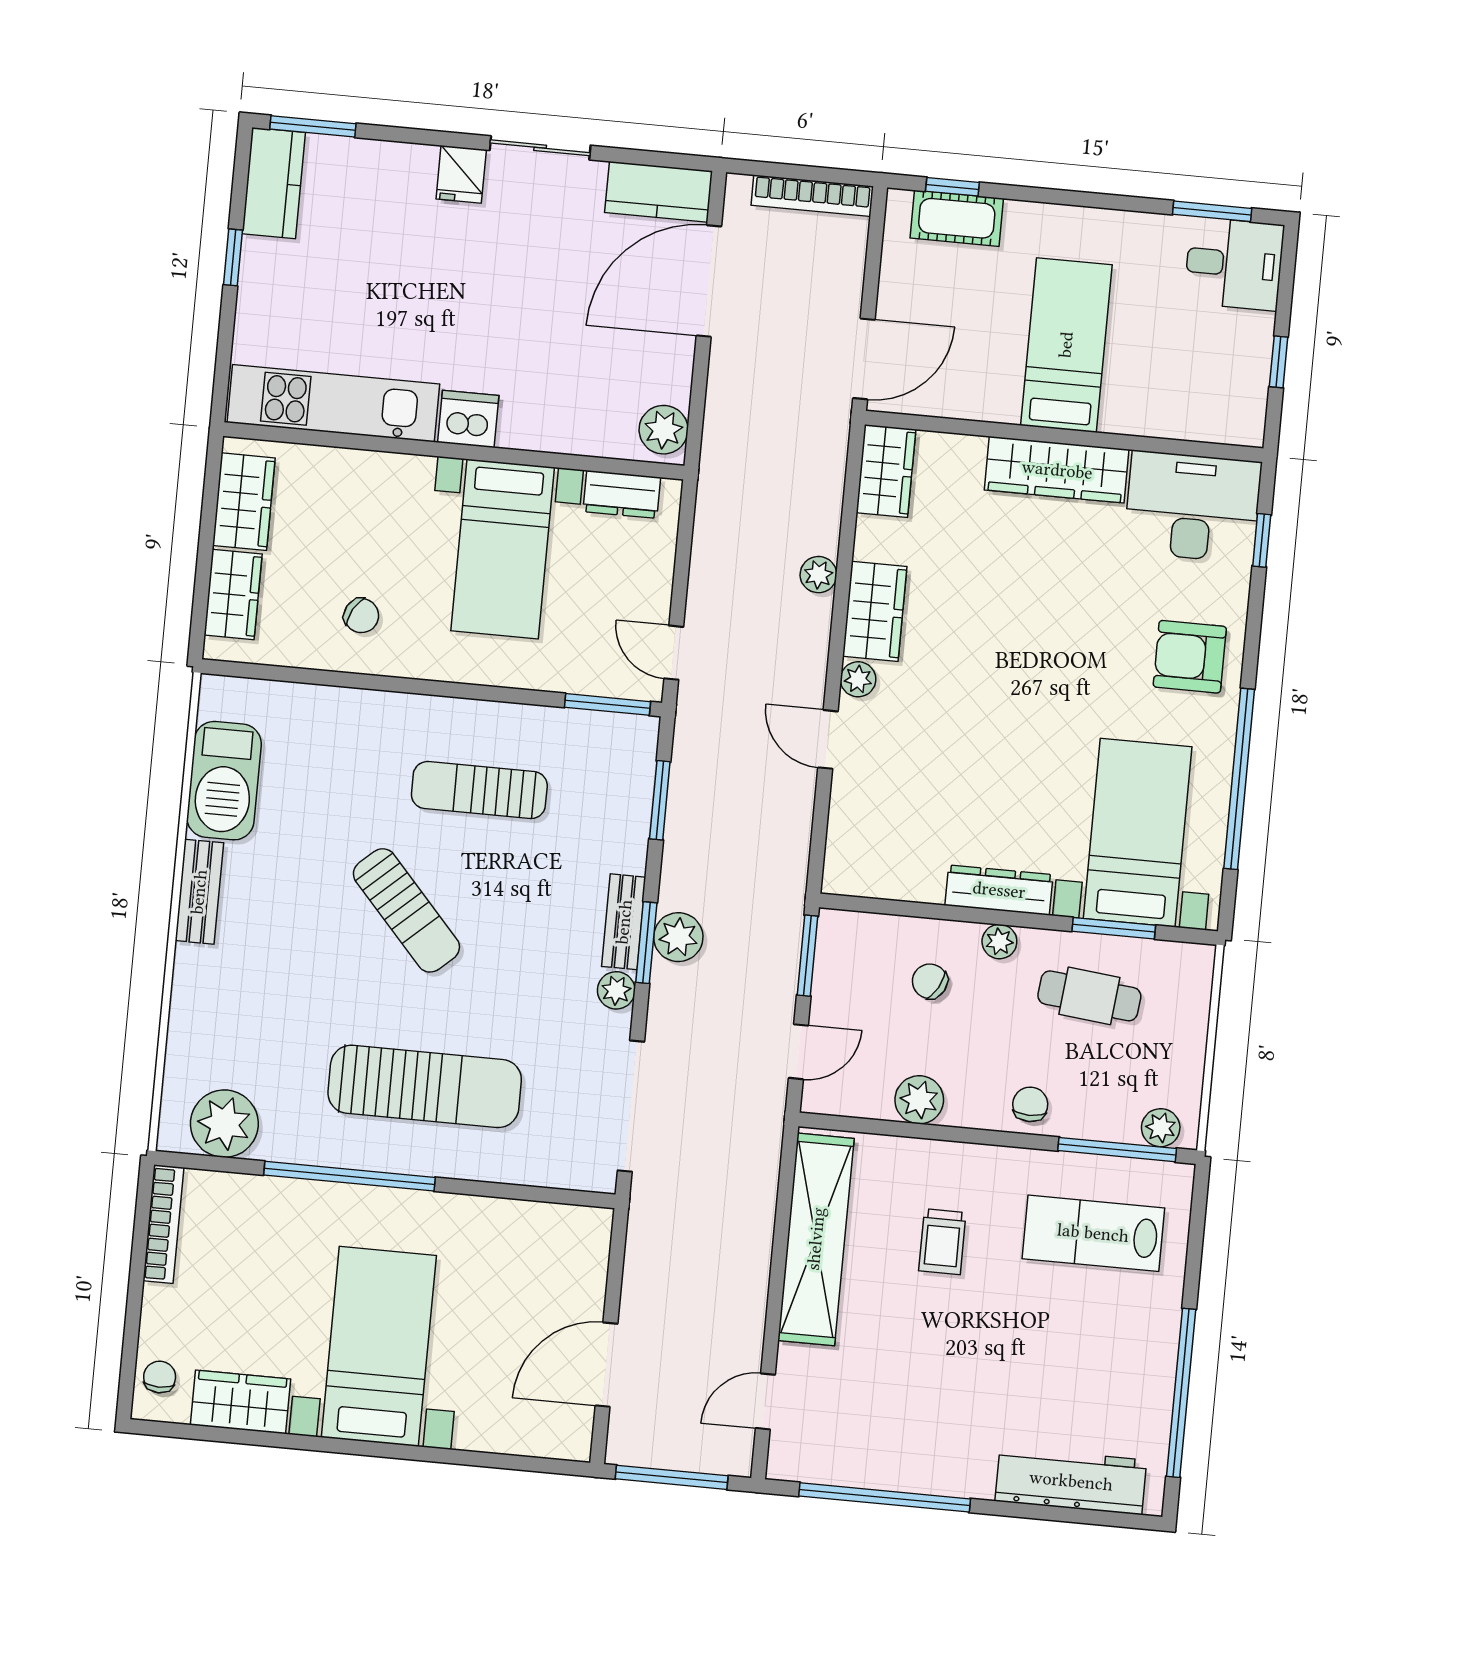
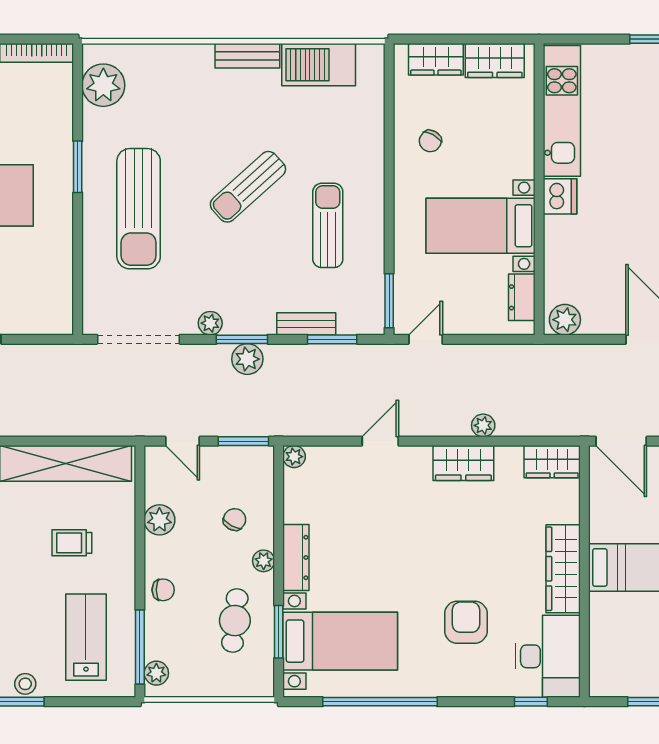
armchair: (1190, 657) -> (466, 622), moved
plant: (858, 679) -> (294, 457), moved
bench: (624, 922) -> (306, 324), moved
window: (349, 1176) -> (78, 167), width x0.47
stool: (1158, 1336) -> (25, 684), added

